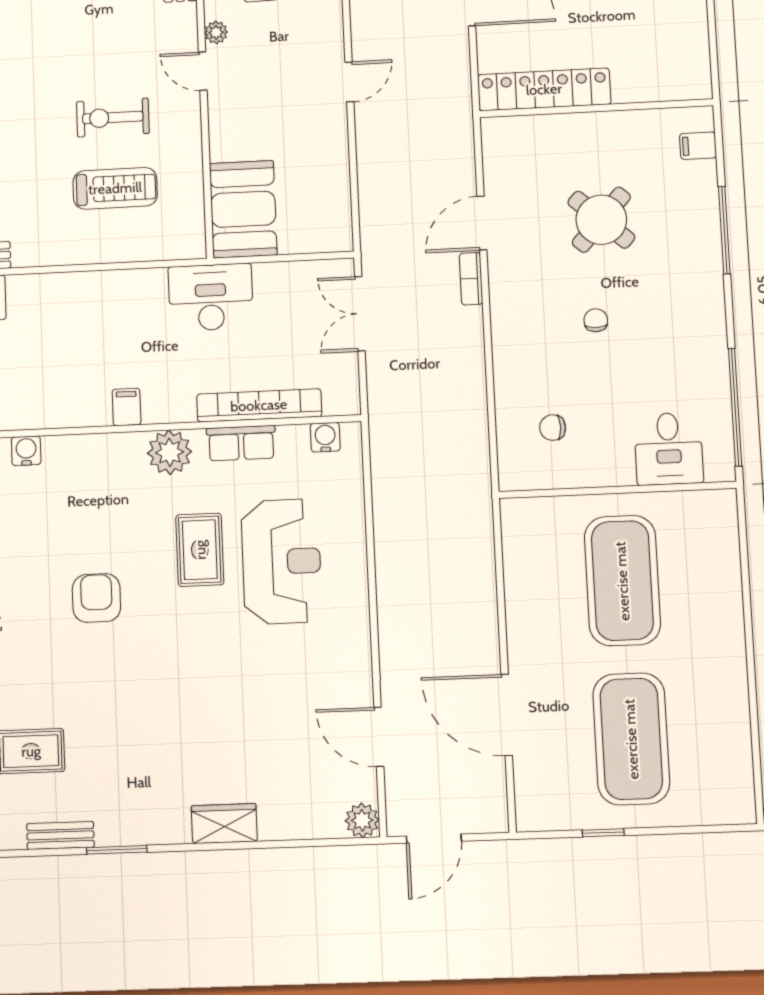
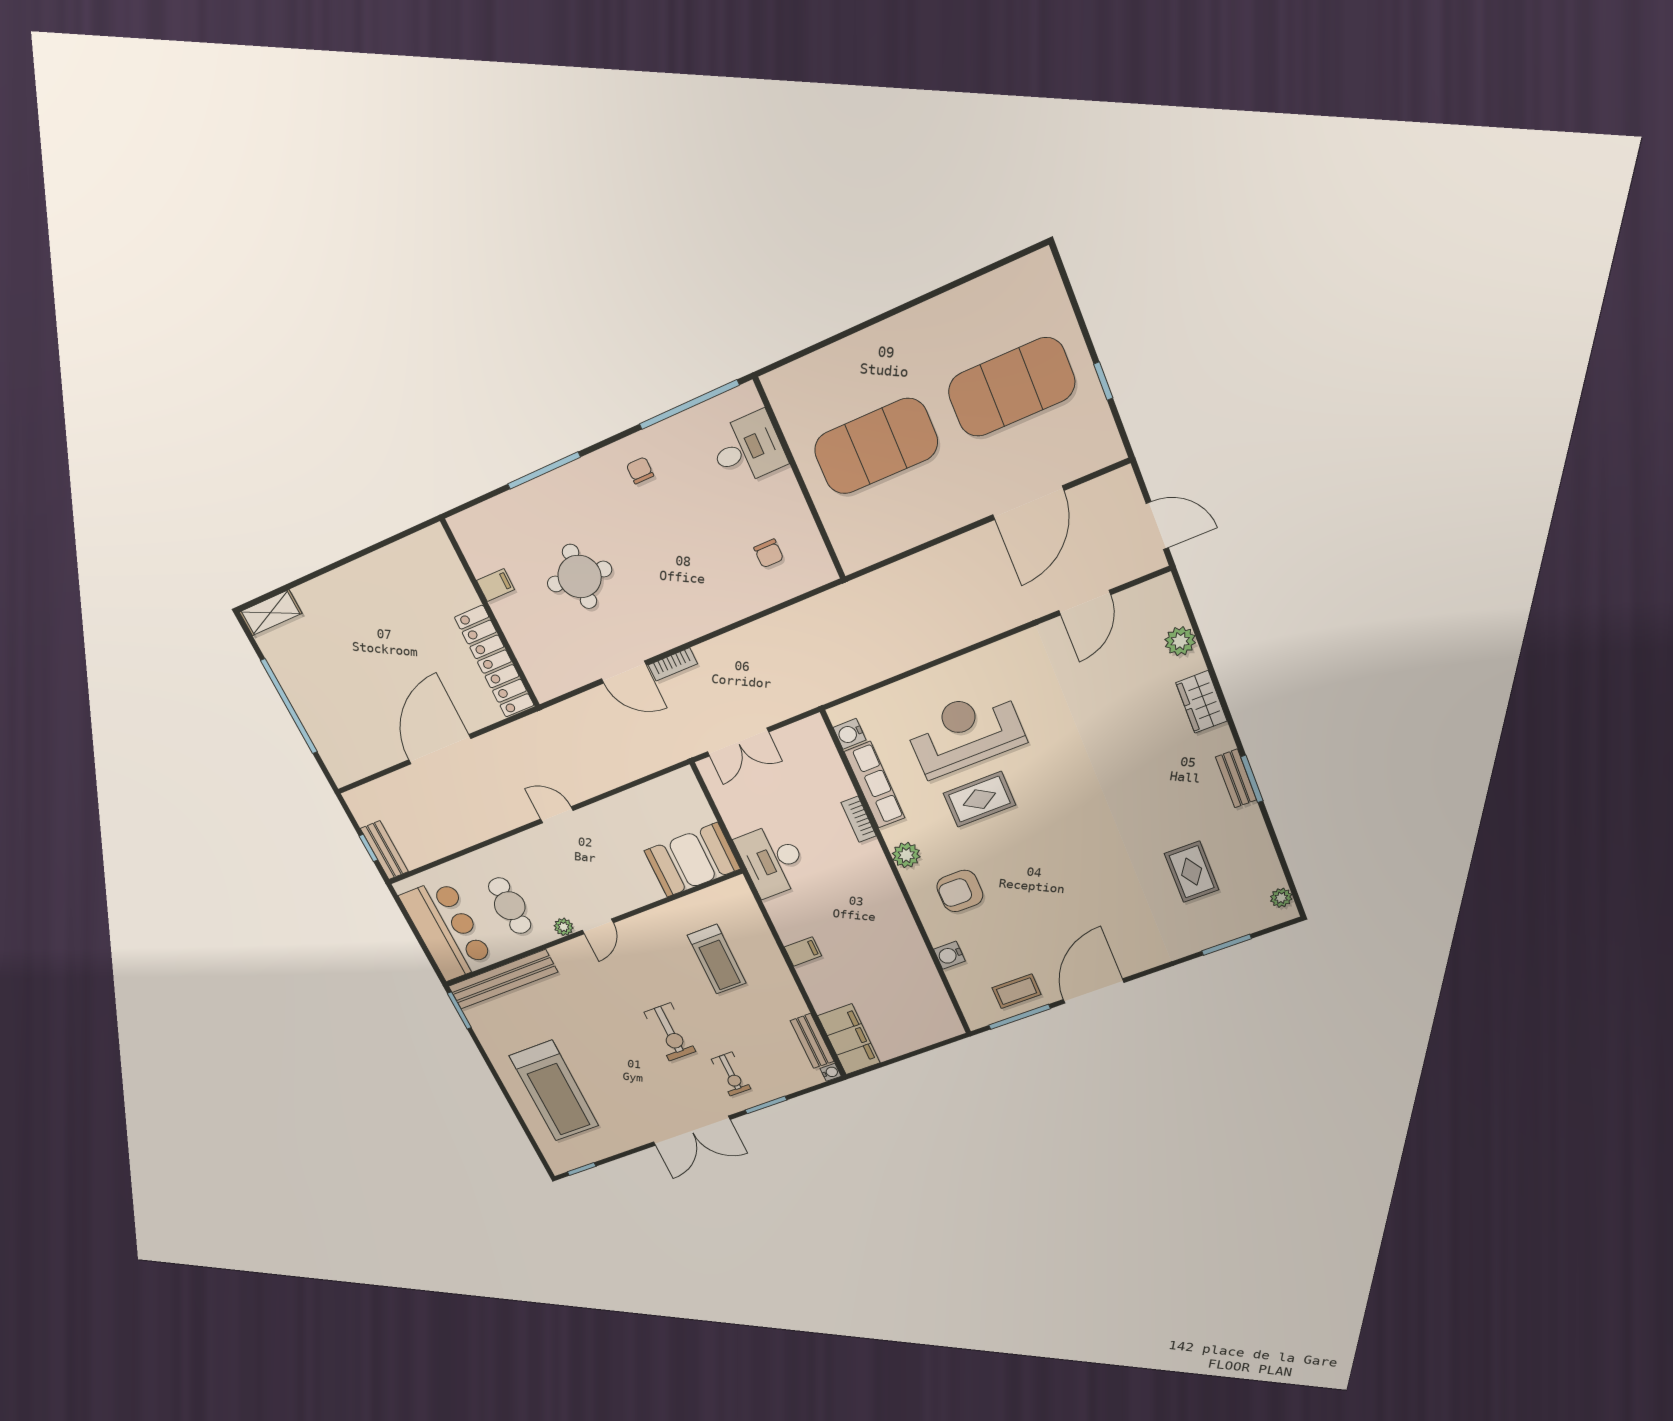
exercise bike: (113, 118) -> (670, 1032), moved
filing cabinet: (698, 146) -> (496, 585), moved, turned -90
treadmill: (115, 188) -> (717, 959), turned 180
round table: (601, 220) -> (580, 576), turned -36
chair: (596, 320) -> (640, 470), moved, turned 90
bookcase: (259, 405) -> (859, 819), width x0.43, depth x0.76
filing cabinet: (127, 407) -> (803, 951), moved, turned 180
row of seats: (241, 443) -> (874, 785), width x1.48
plant: (170, 452) -> (906, 855), width x0.73, depth x0.73
armchair: (96, 598) -> (960, 891), moved
plant: (362, 820) -> (1180, 641), moved
bench: (60, 835) -> (1236, 778), moved

